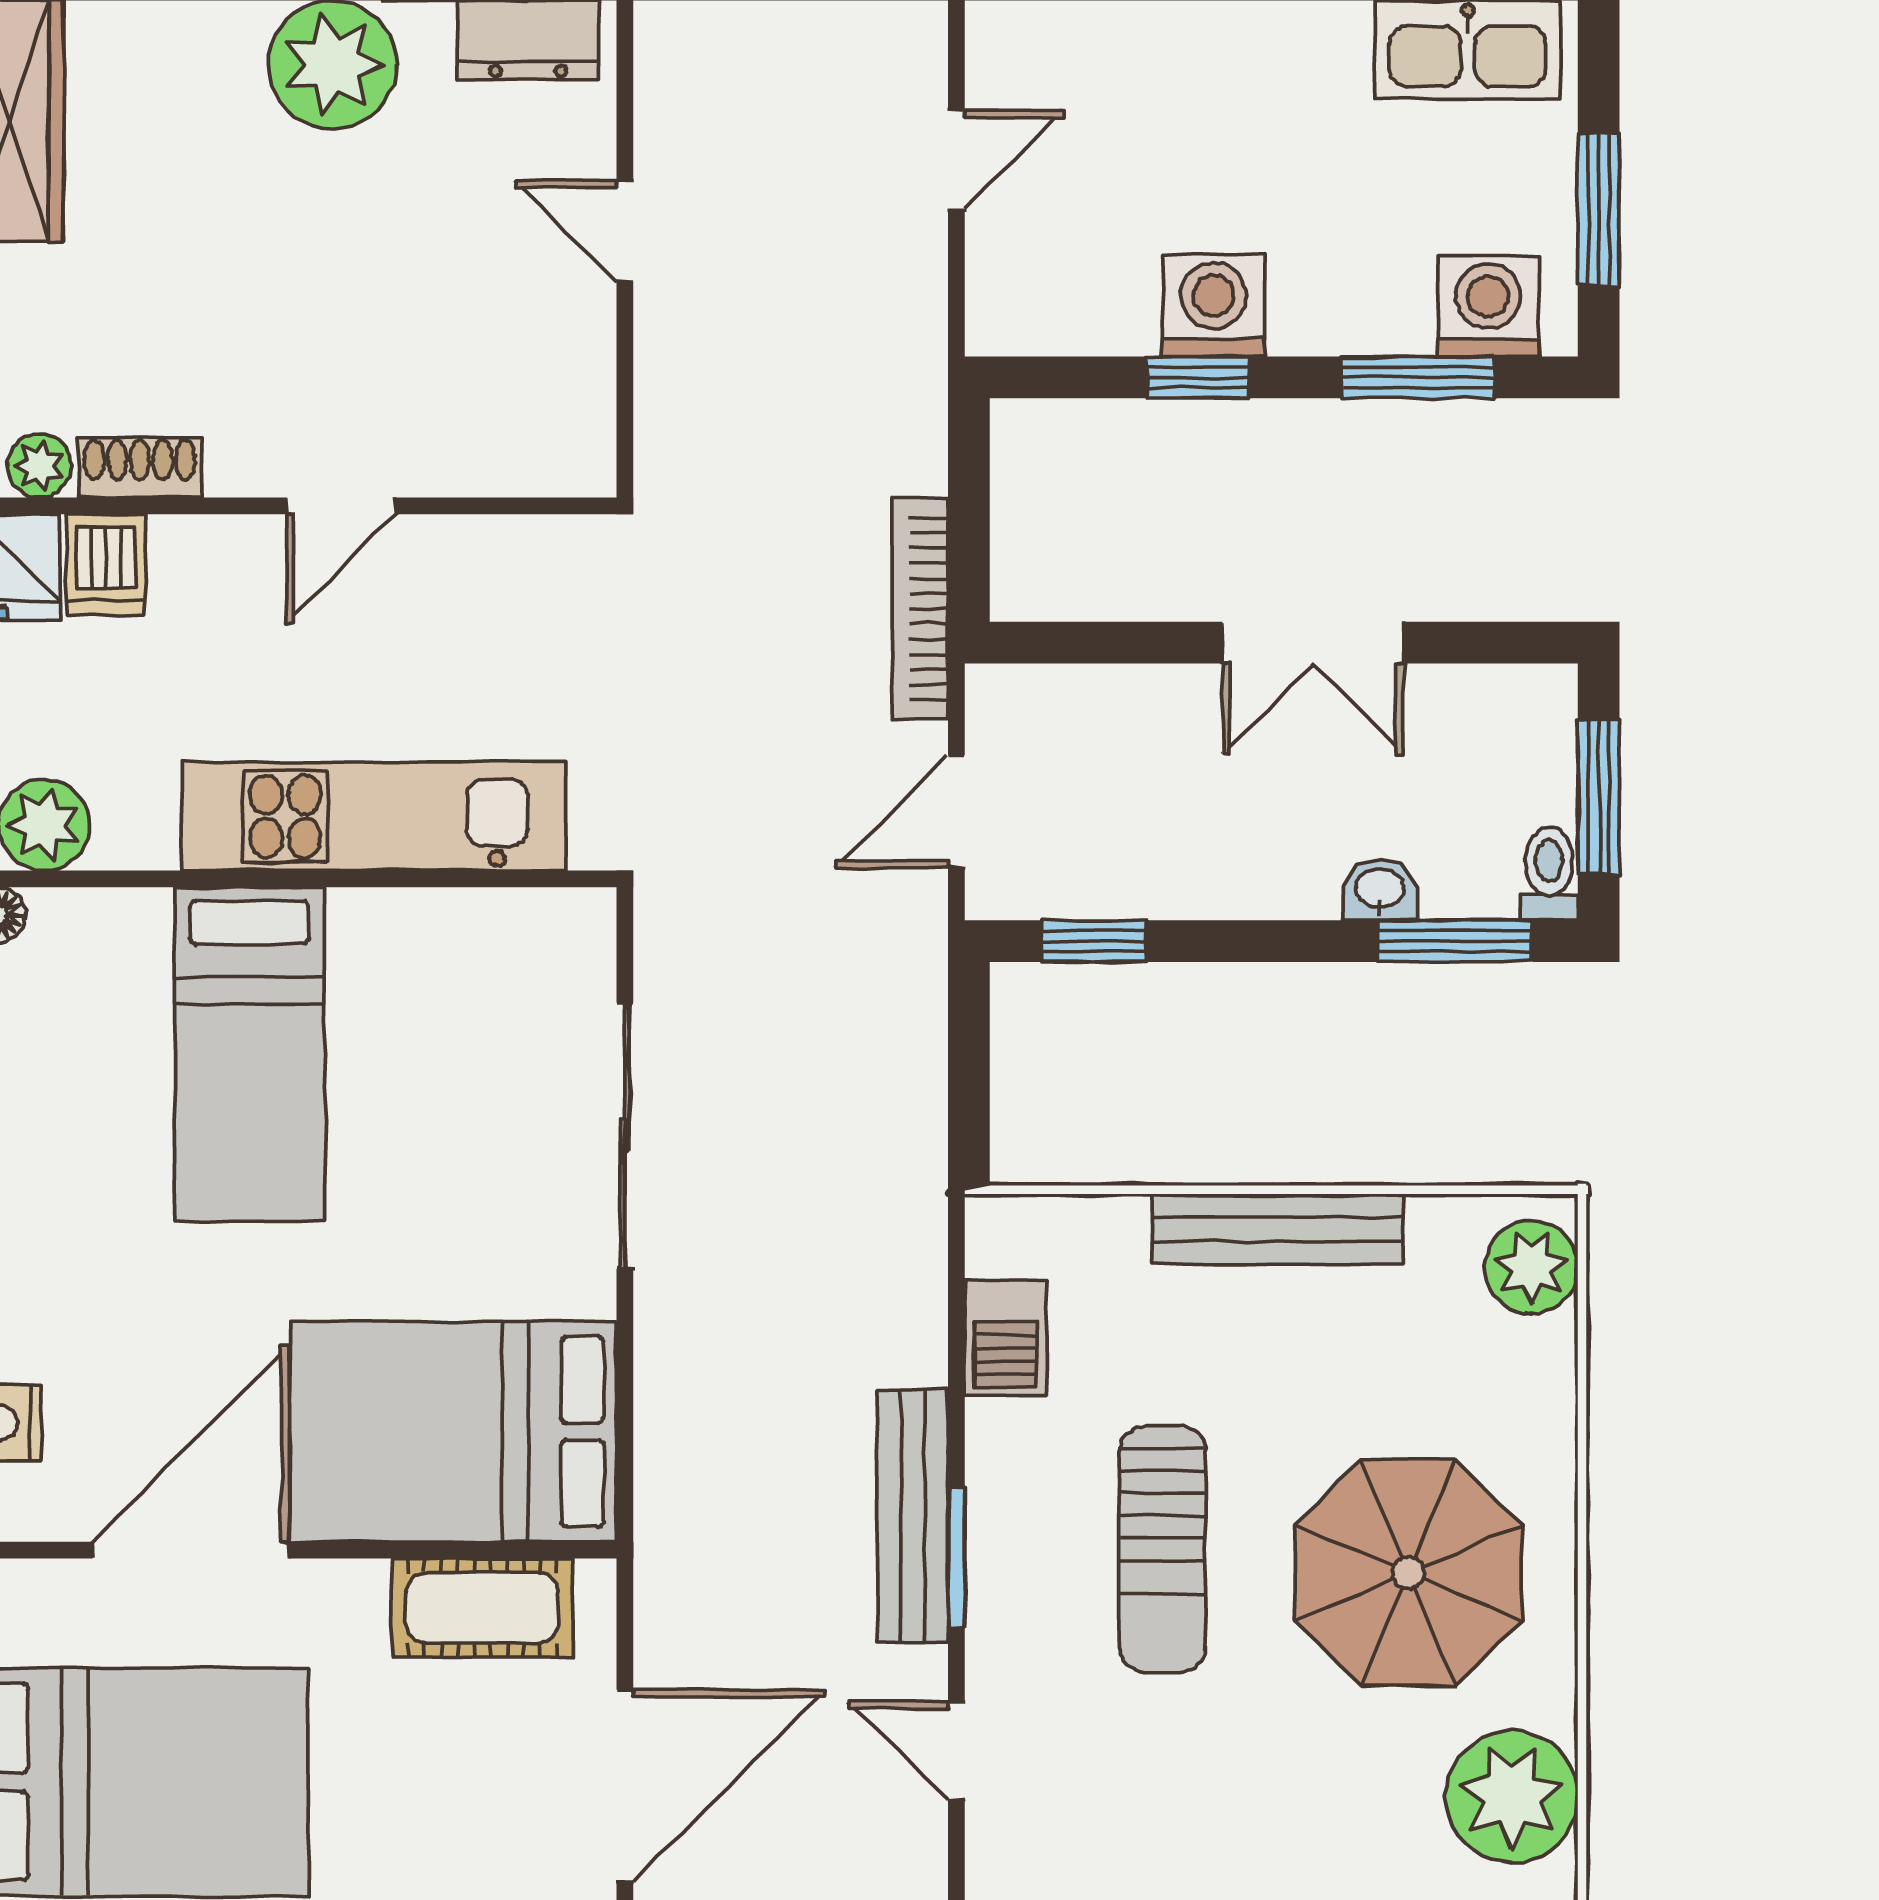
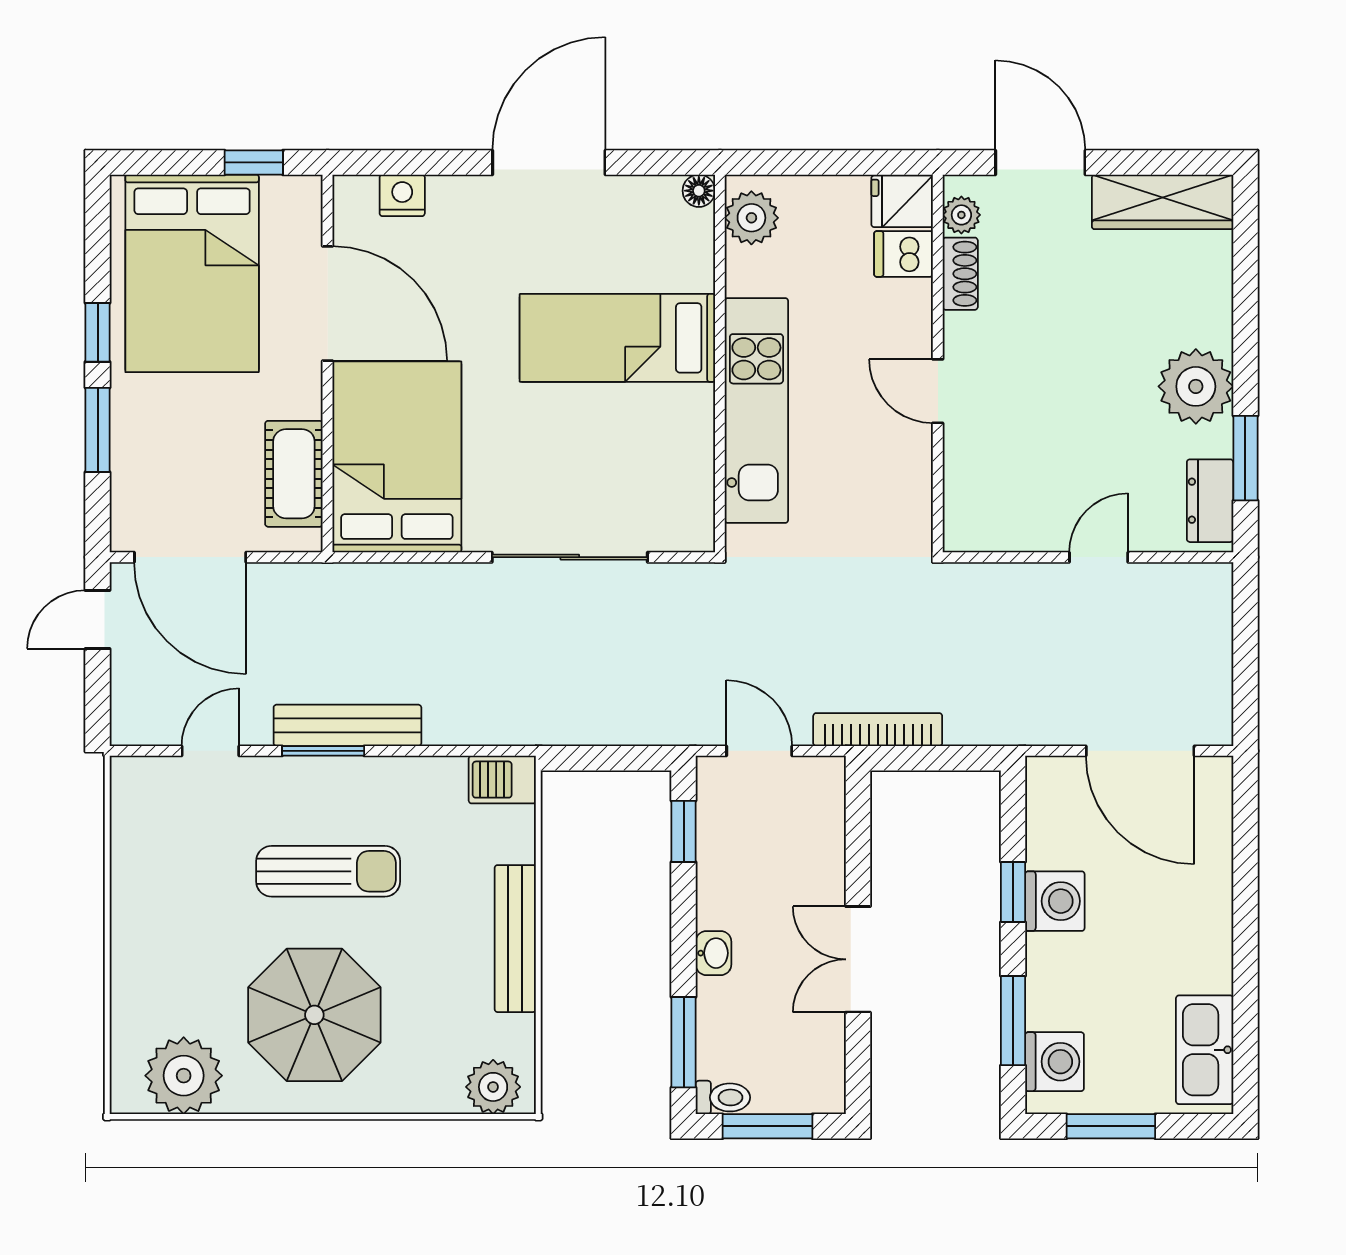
door: (956, 160) -> (1140, 751), width x1.87
washbasin: (1380, 890) -> (714, 953), moved
barbecue: (1005, 1338) -> (502, 780), moved
sun lounger: (1162, 1549) -> (328, 871), turned 180

